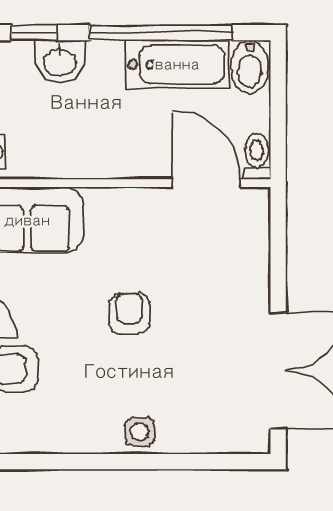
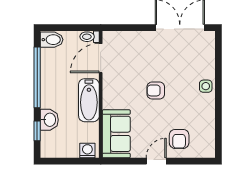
bathtub: (177, 64) -> (89, 100), moved, turned 180

